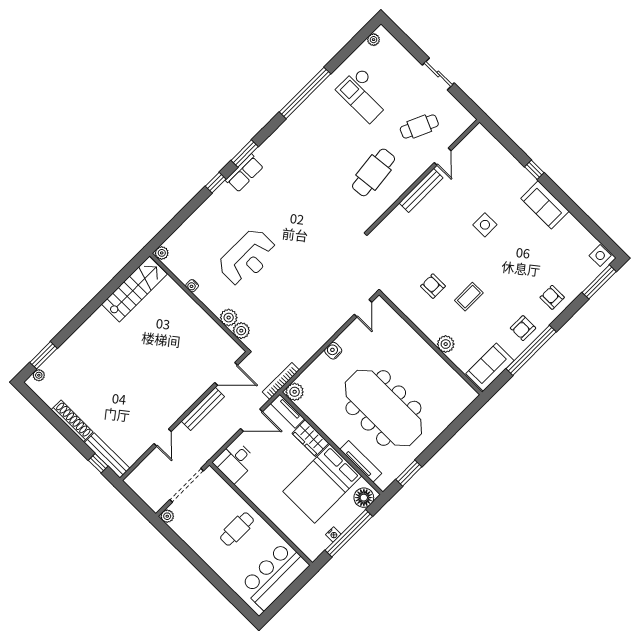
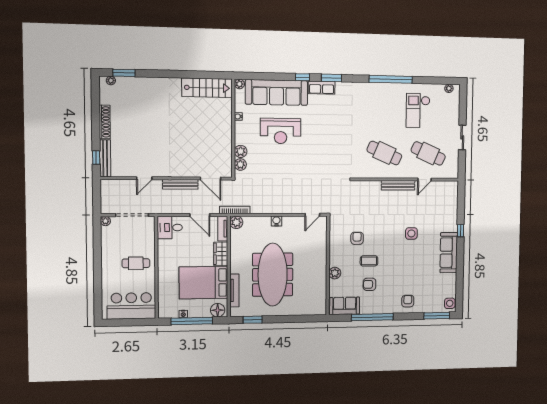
cafe table: (419, 127) -> (428, 153), width x1.37, depth x1.35
cafe table: (374, 172) -> (384, 153), turned 30
sofa: (545, 205) -> (449, 253), width x1.36
sofa: (205, 224) -> (277, 92), added
armchair: (523, 328) -> (369, 284), moved

